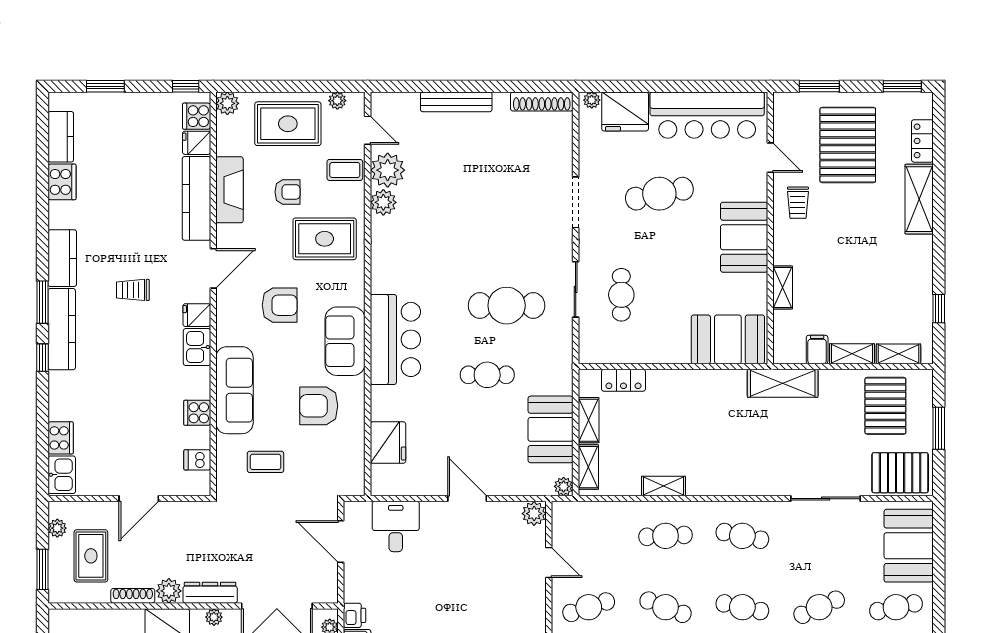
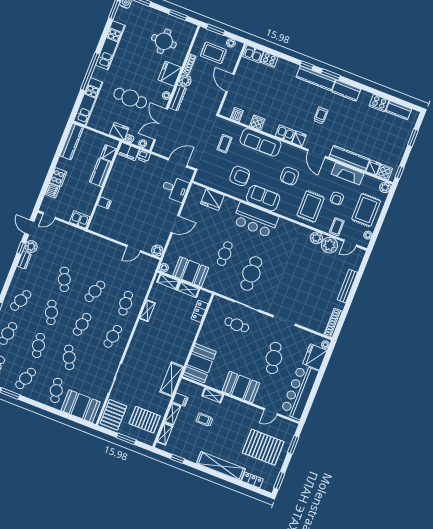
shelving: (919, 199) -> (221, 466), width x1.47
trolley: (798, 203) -> (204, 420), moved
armchair: (319, 406) -> (240, 176), turned 90
cafe table: (589, 607) -> (108, 258), removed

